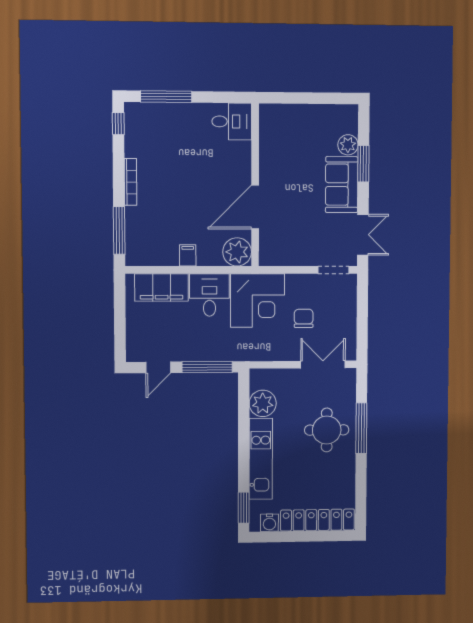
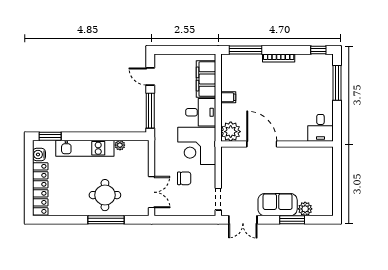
plant: (263, 403) -> (120, 145), width x0.53, depth x0.53

